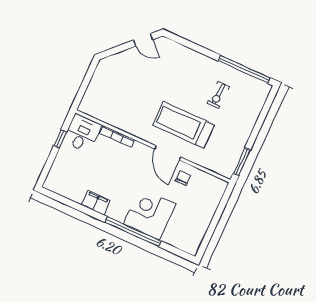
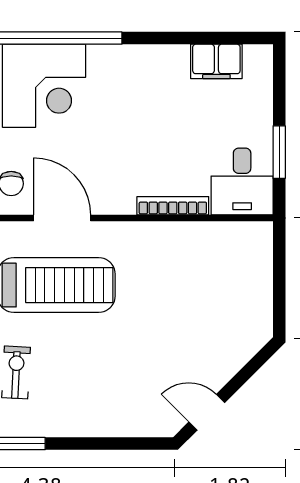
window: (60, 139) -> (279, 152), width x1.50
filing cabinet: (96, 203) -> (216, 61), moved

